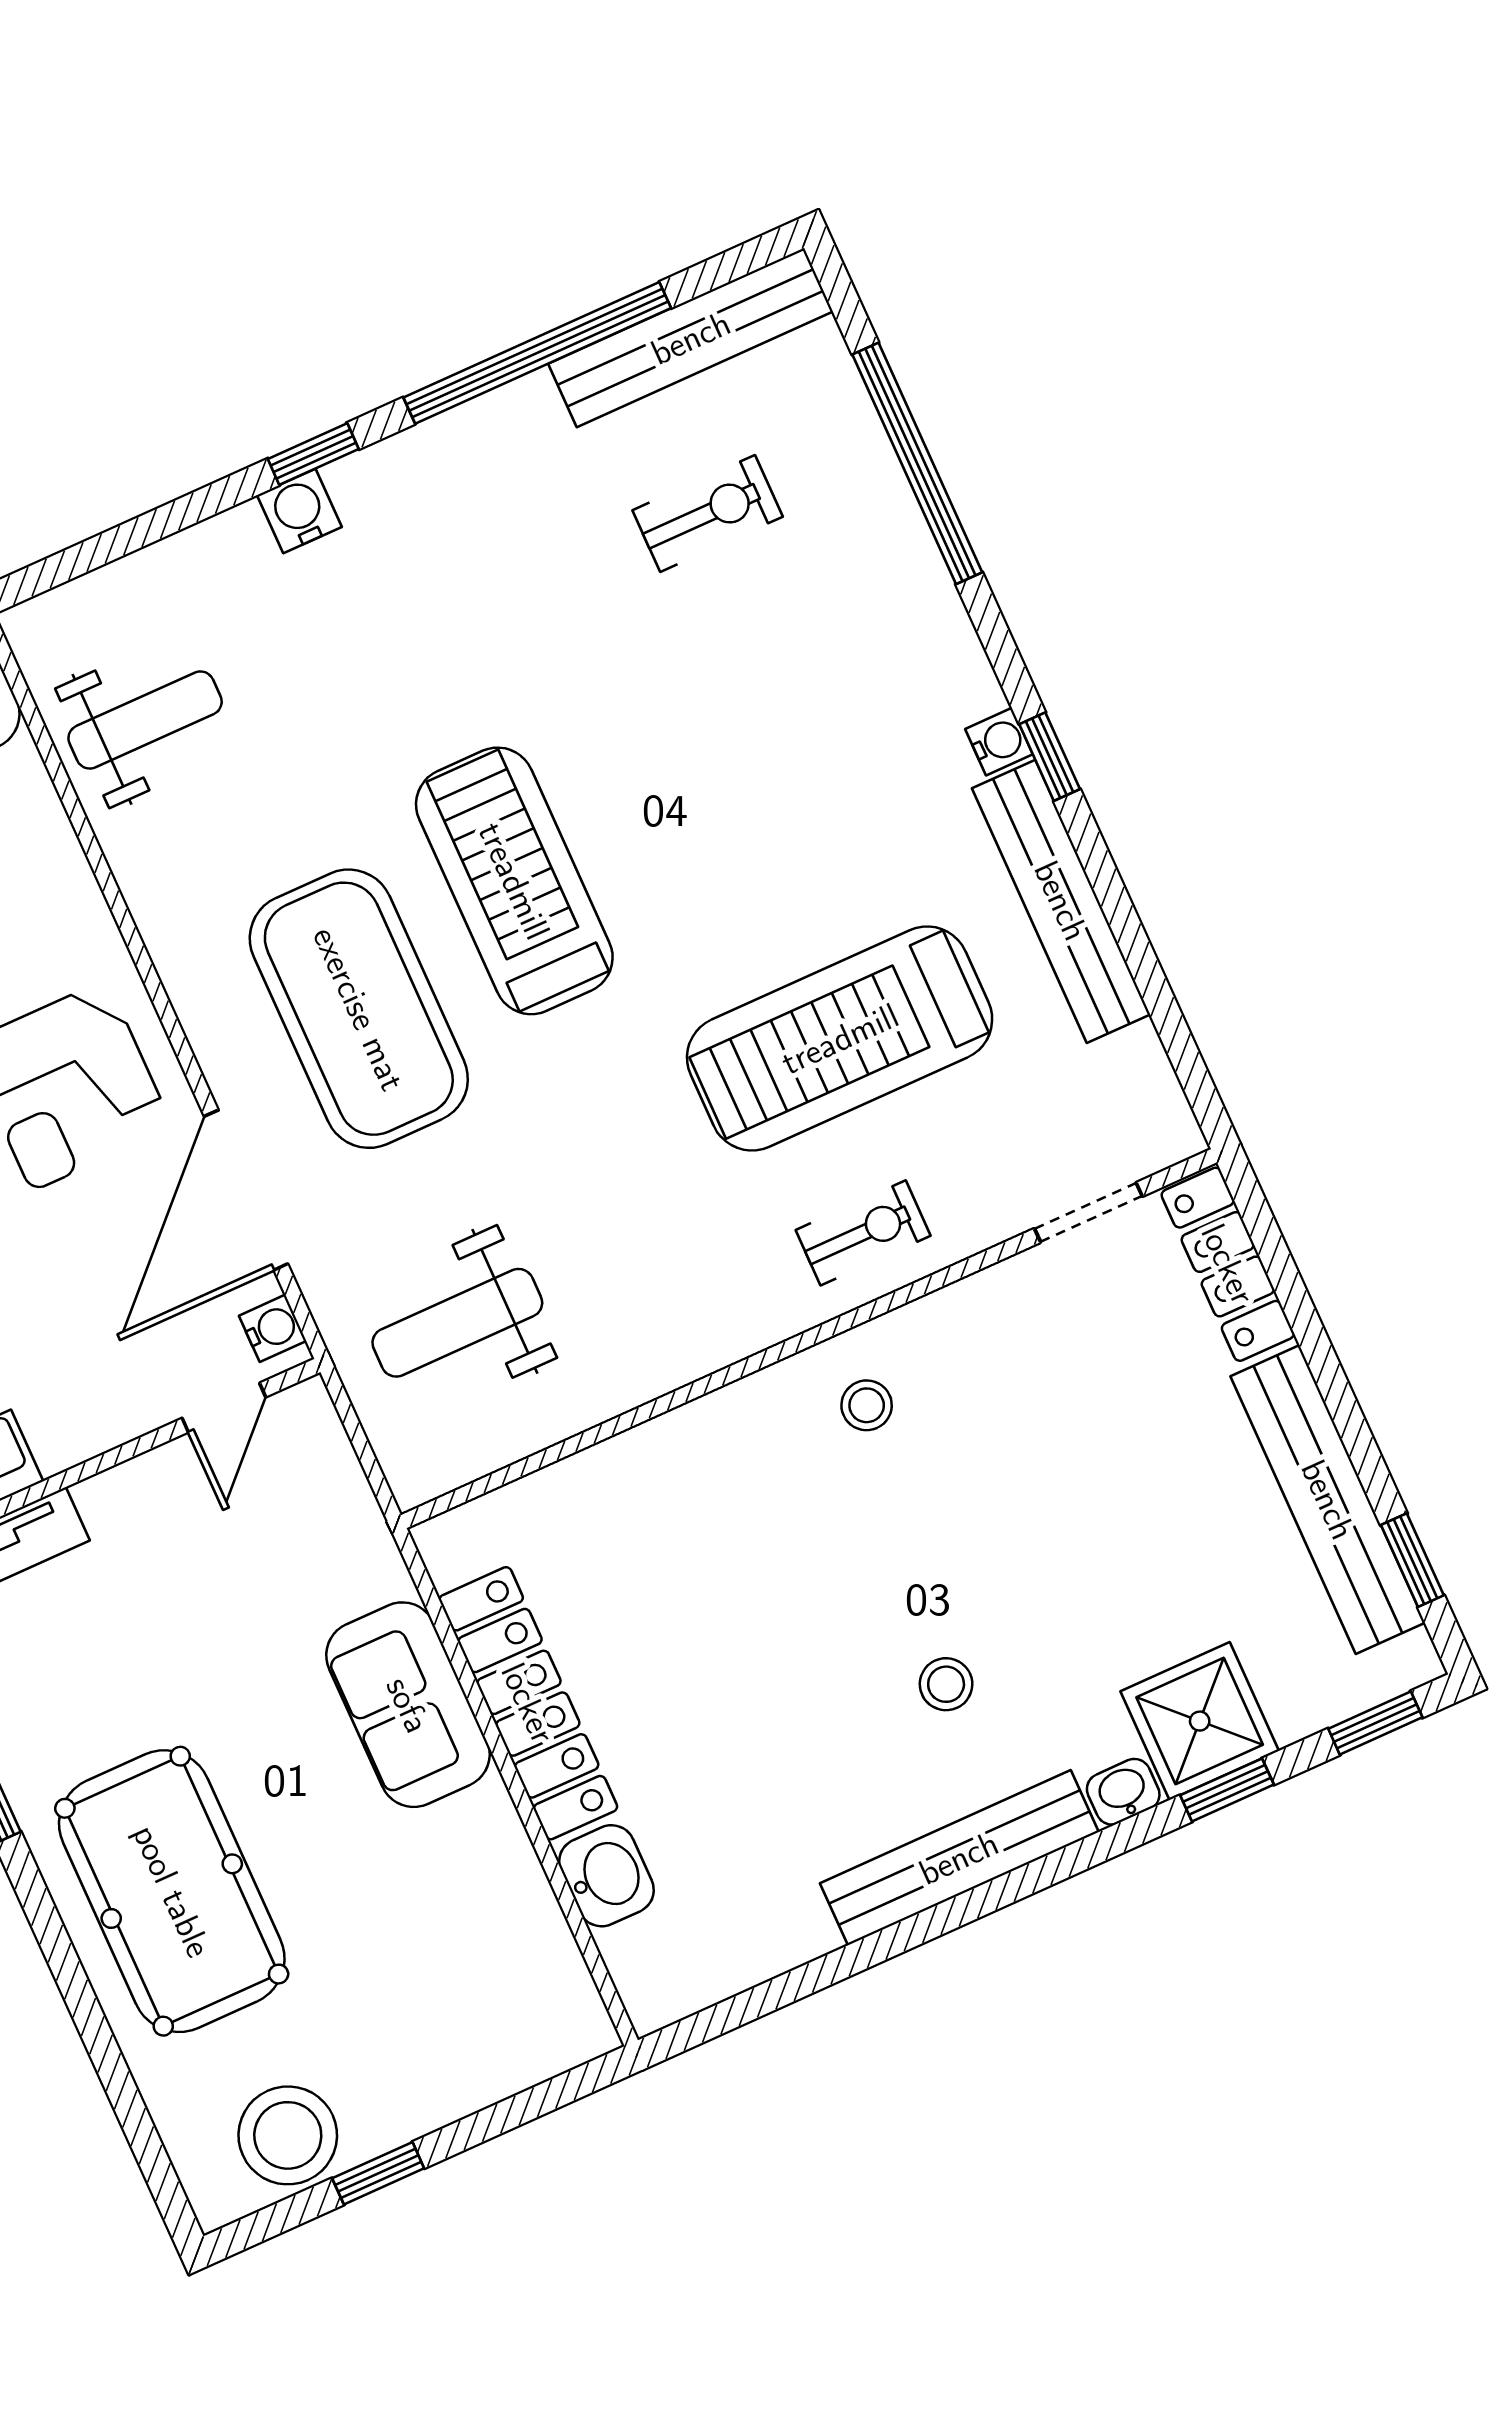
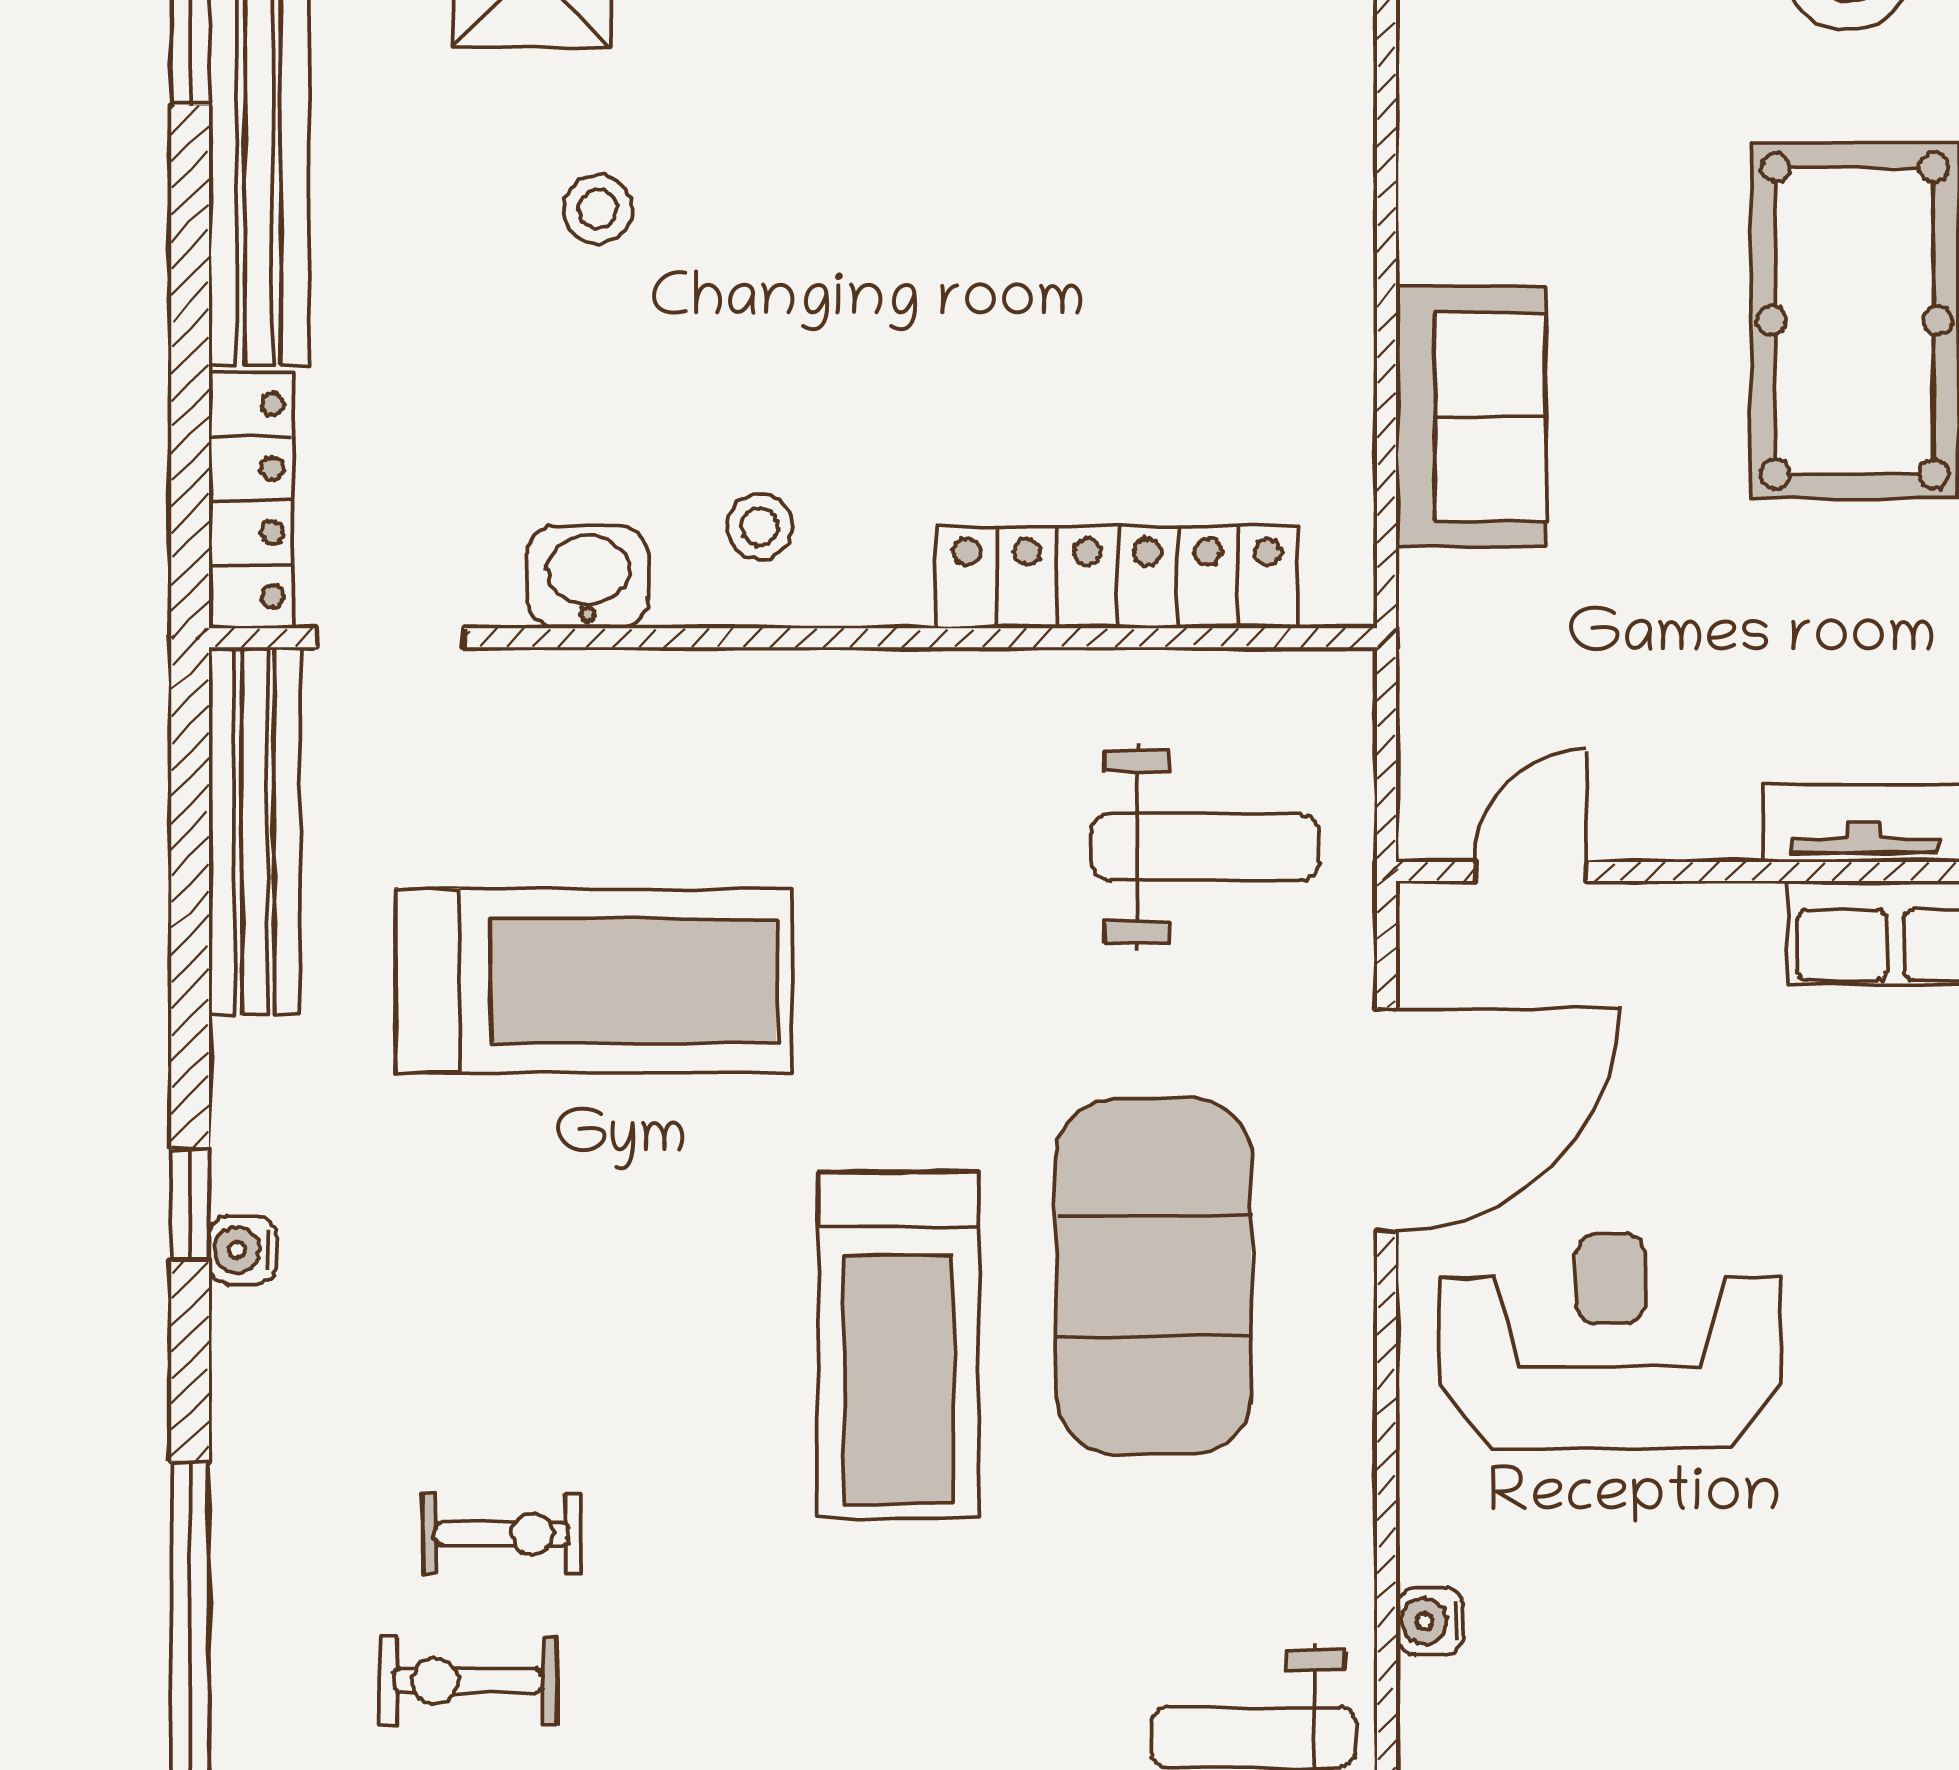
bench: (1061, 901) -> (254, 831), moved
exercise bike: (863, 1233) -> (502, 1534), moved, turned 180
water cooler: (273, 1328) -> (1430, 1621), moved
stool: (946, 1684) -> (598, 209), moved
locker: (528, 1703) -> (1117, 577), moved, turned 90
washbasin: (606, 1876) -> (588, 577), moved, turned 90

